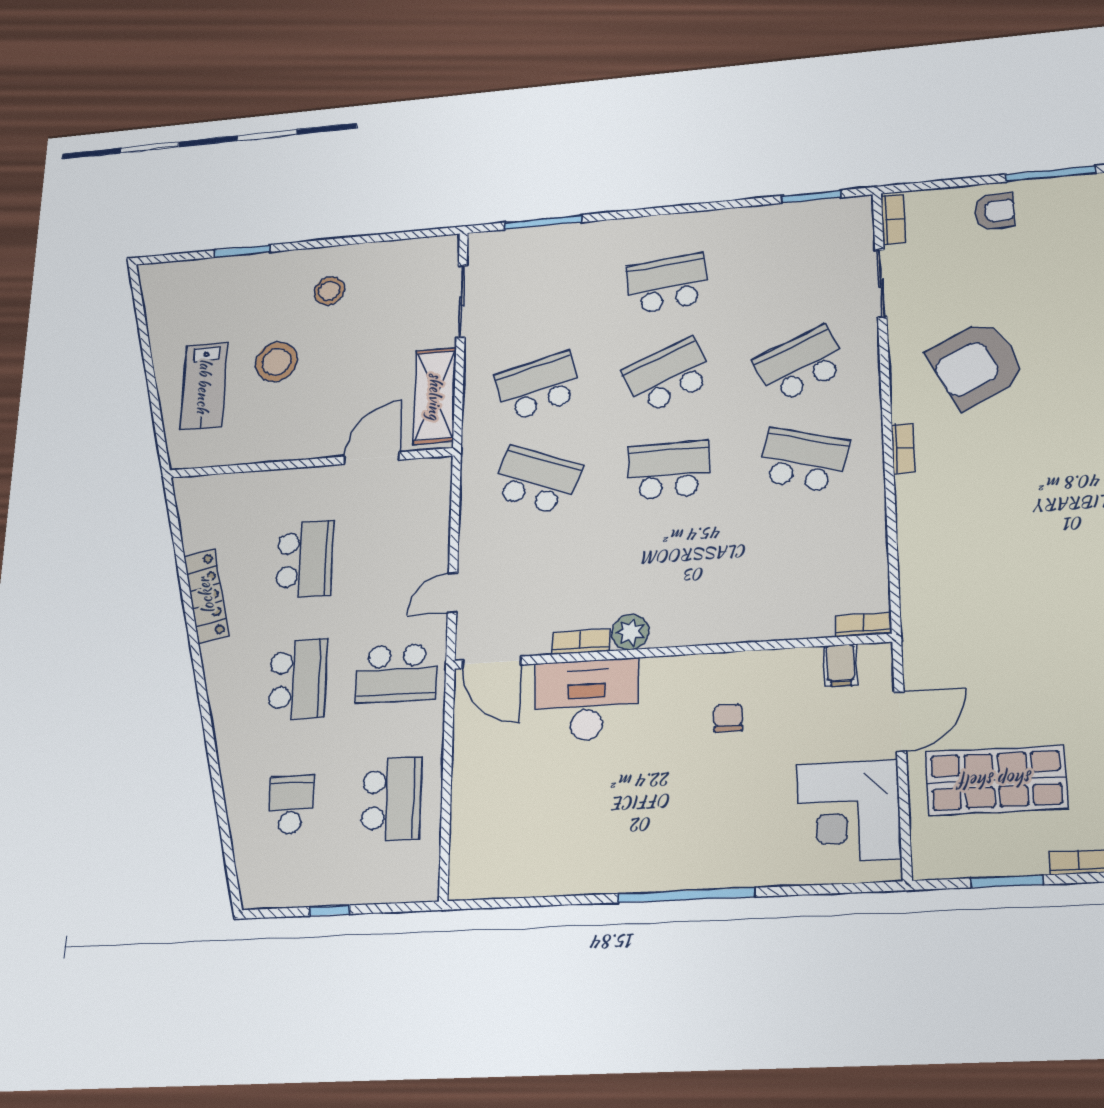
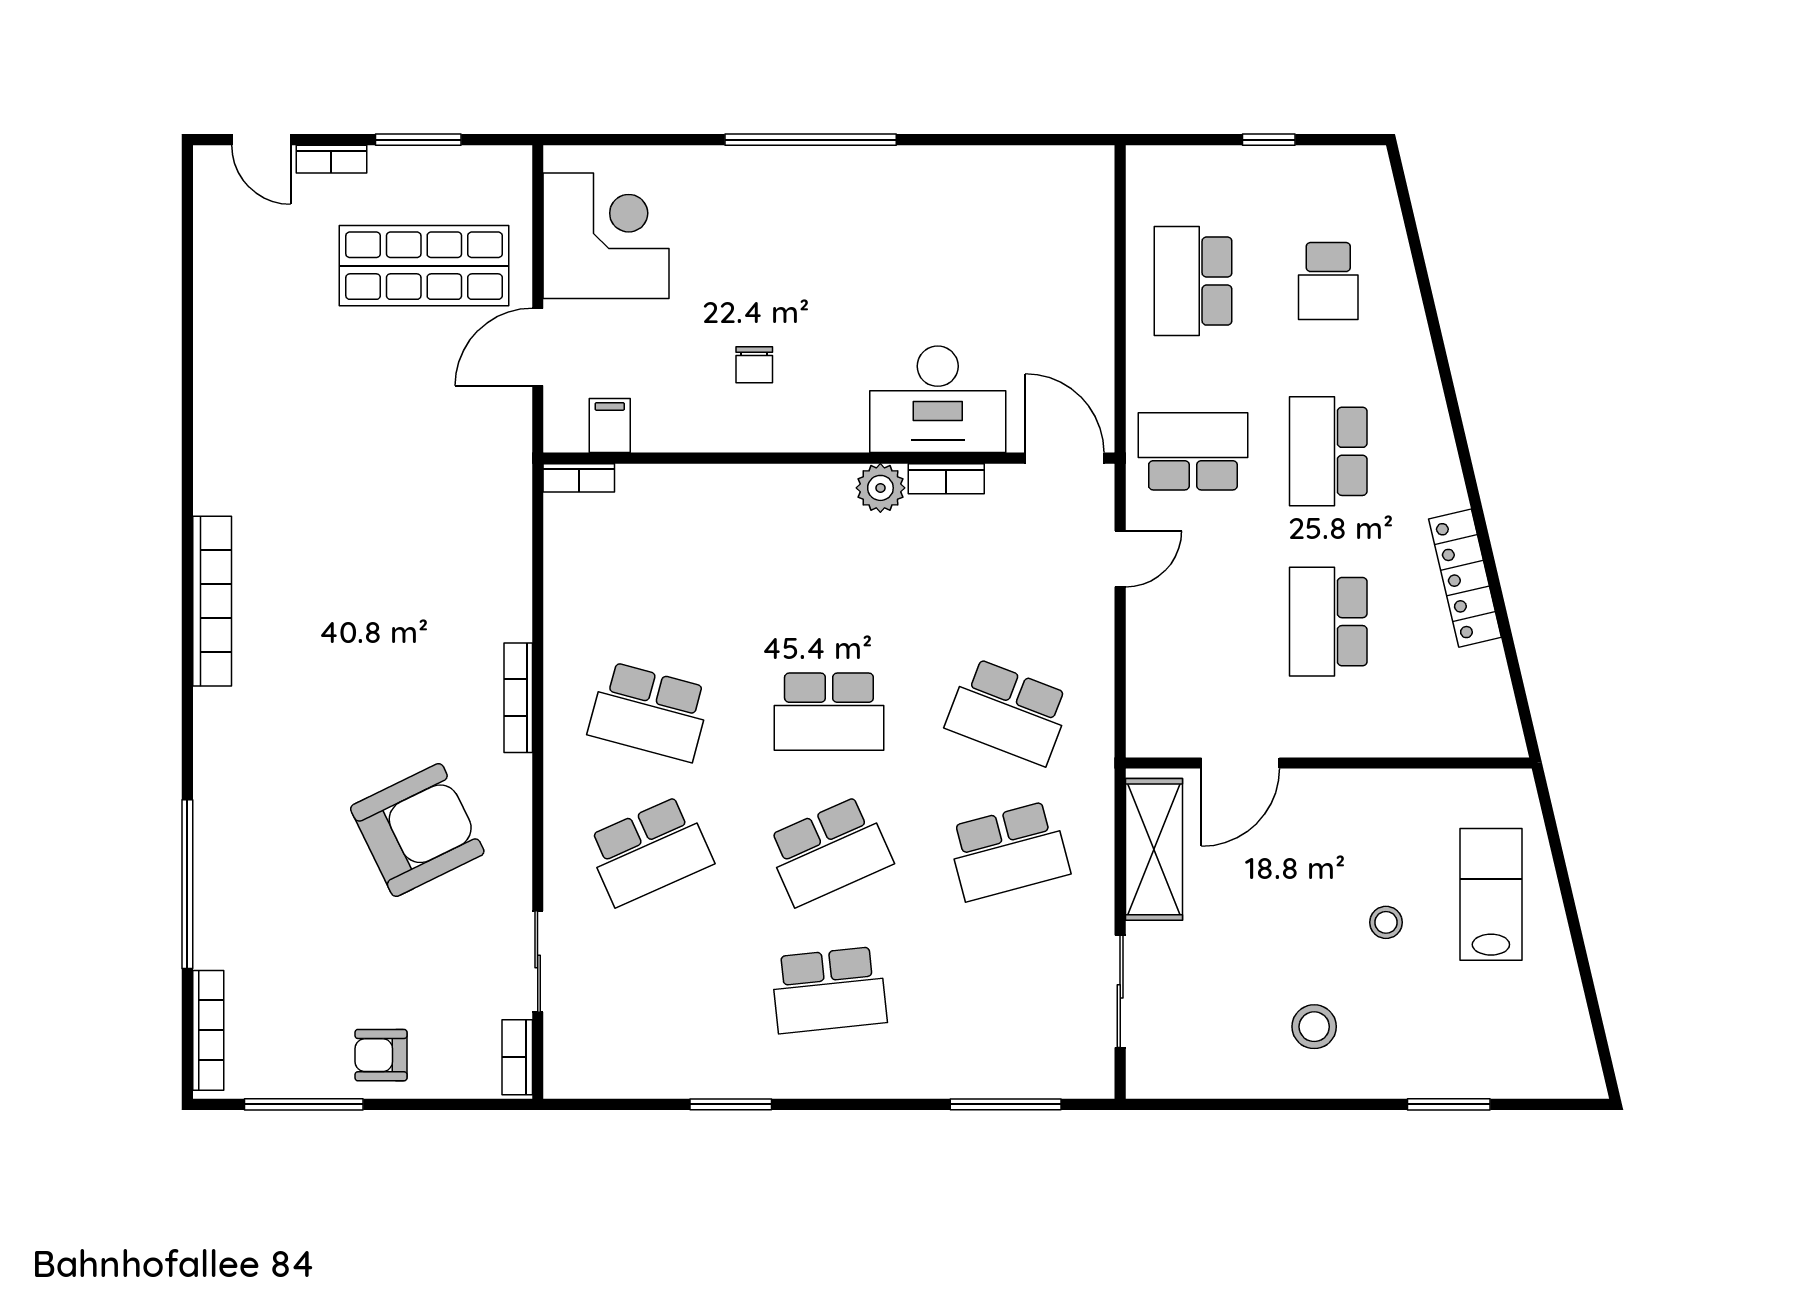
window: (811, 197) -> (731, 1104), moved
stool: (276, 362) -> (1386, 922), width x0.53, depth x0.53
bookcase: (903, 448) -> (518, 698), width x1.56

